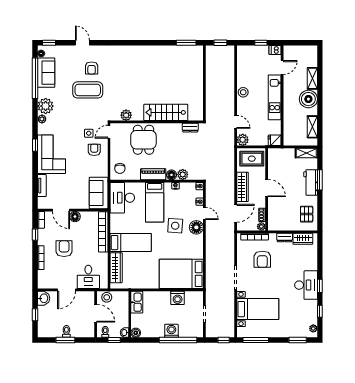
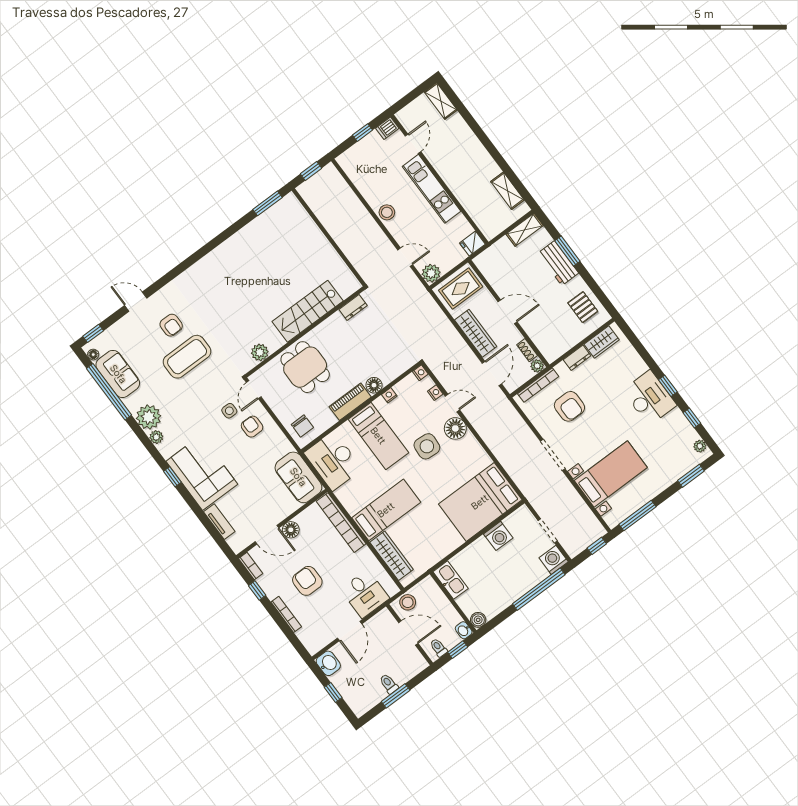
shelving: (312, 78) -> (441, 101), moved
boiler: (308, 99) -> (476, 159), removed
plant: (183, 174) -> (388, 374), removed
washing machine: (171, 331) -> (554, 560), moved

